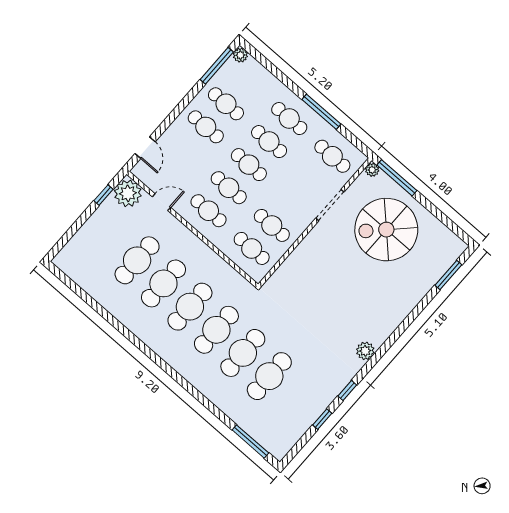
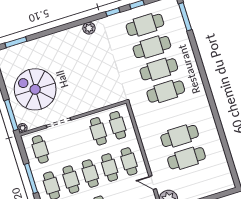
spiral stairs: (386, 230) -> (35, 89), turned 180
cafe table: (190, 307) -> (145, 25), moved

